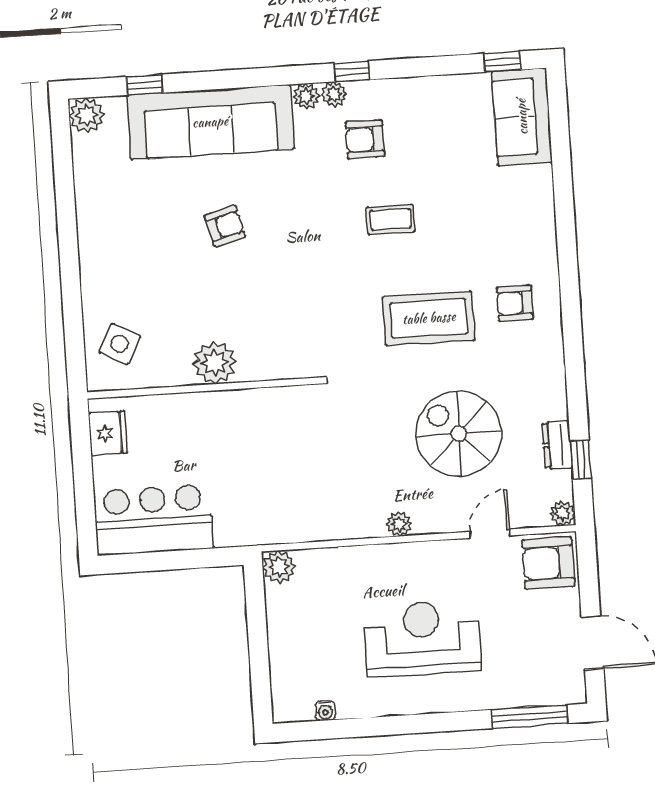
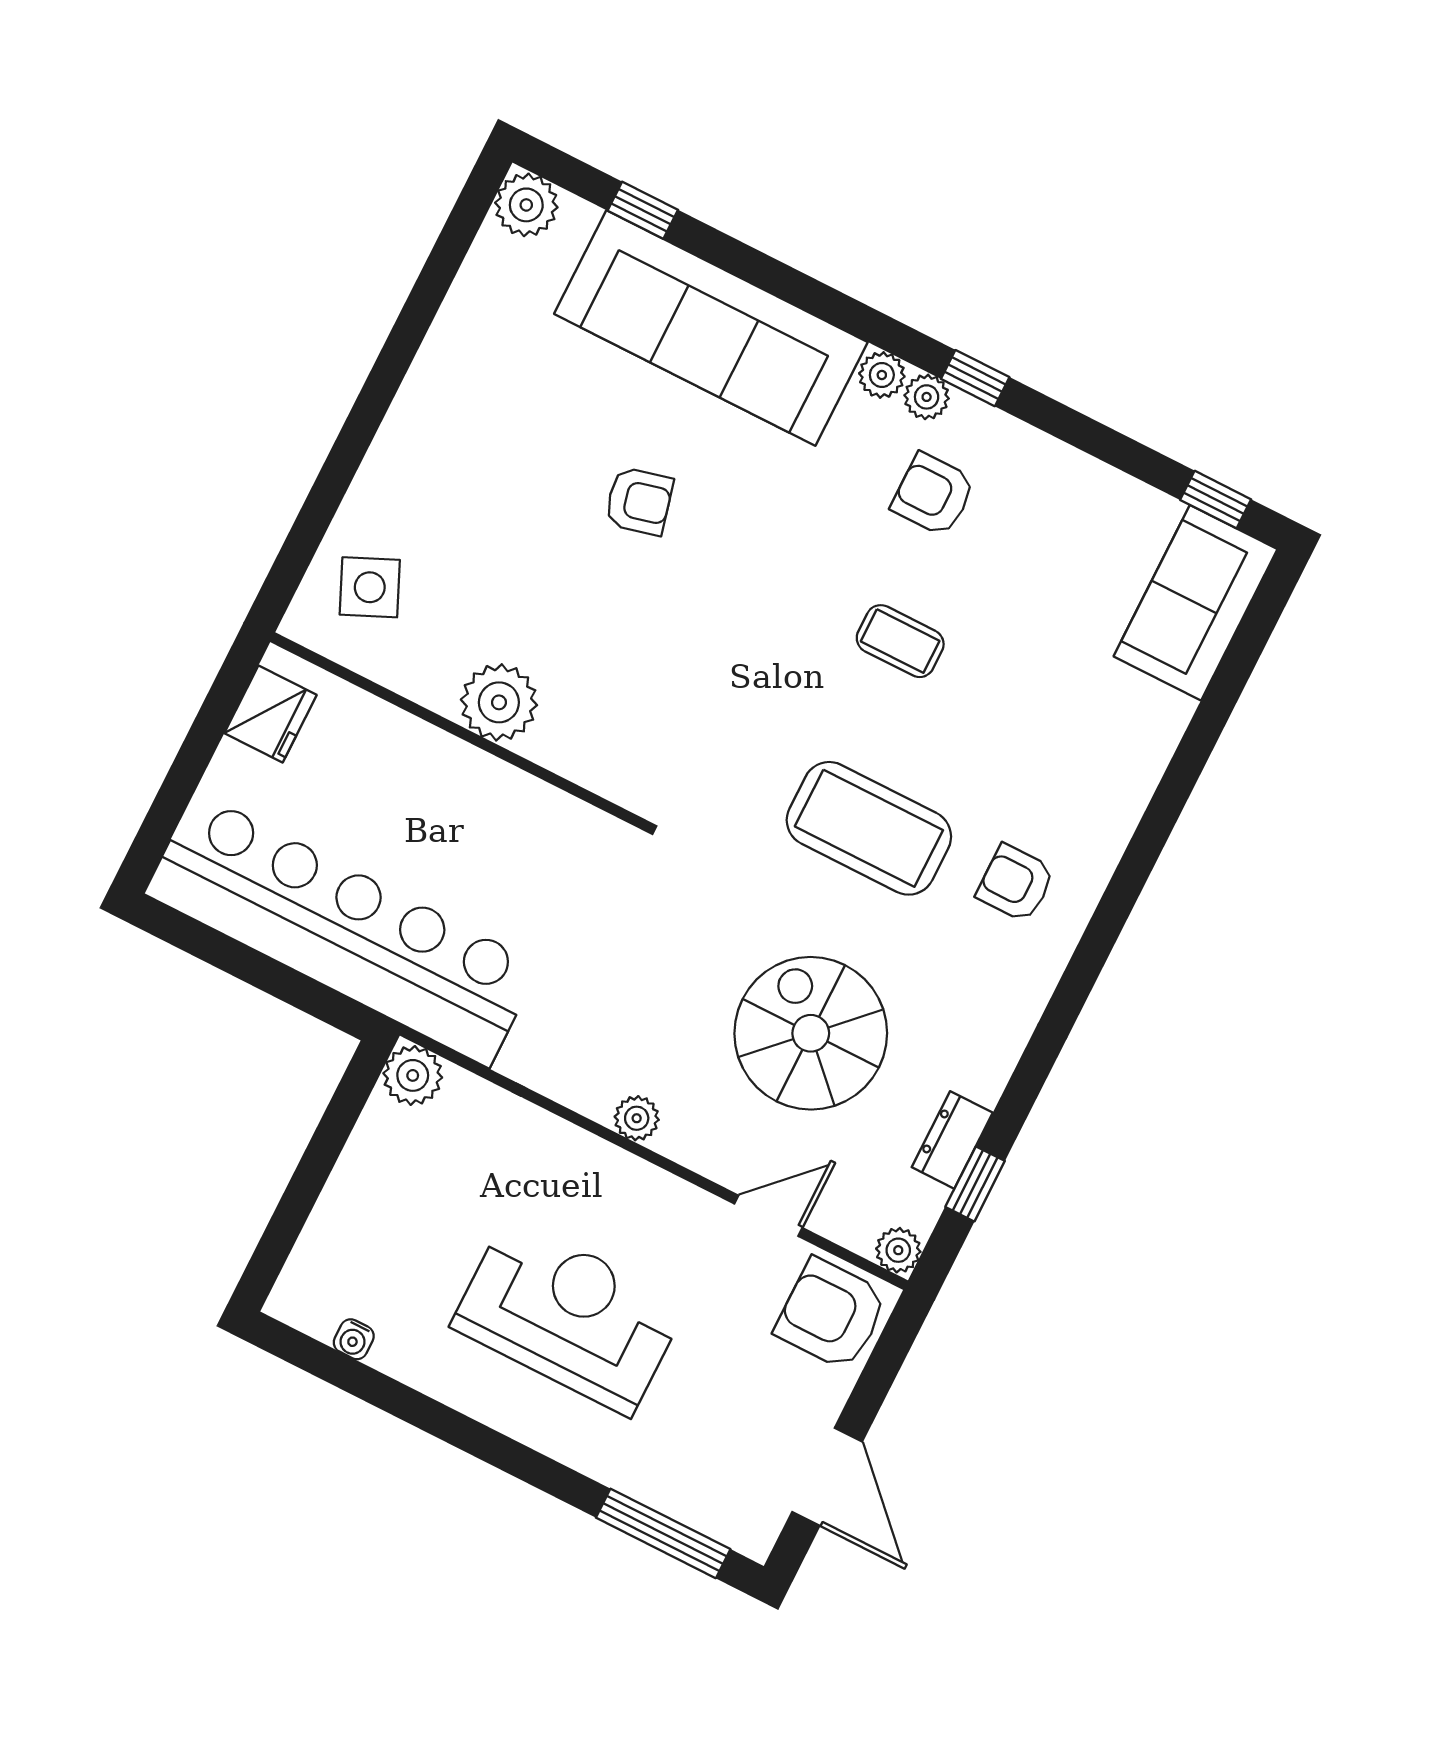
side table: (120, 344) -> (370, 587), turned 38
bar counter: (154, 520) -> (342, 930), width x1.86

